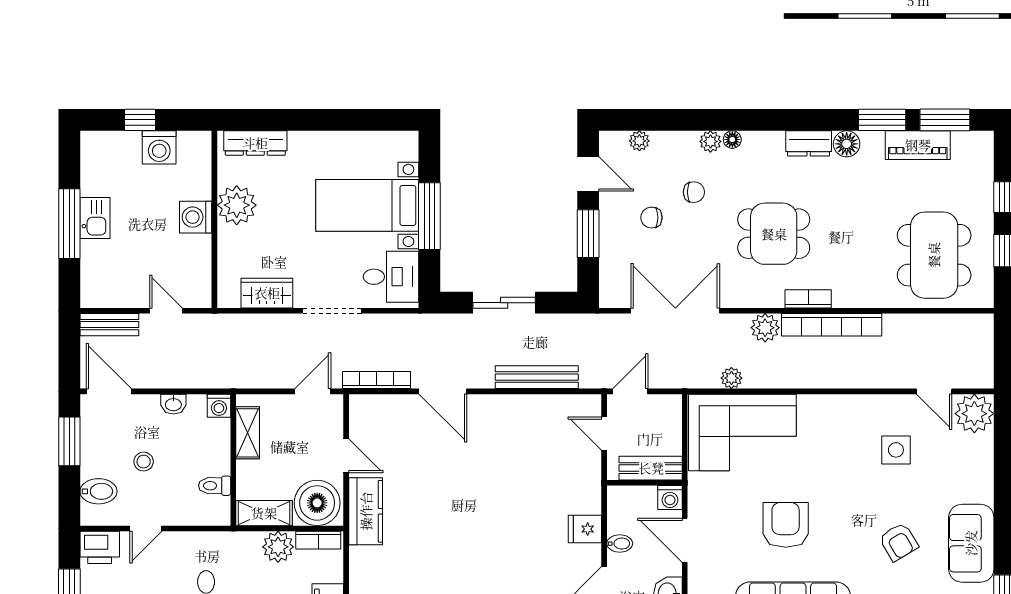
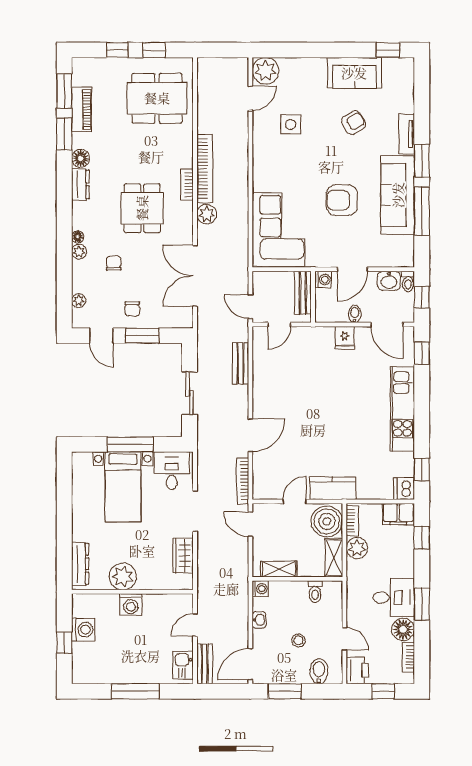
door: (588, 174) -> (101, 336), swing flipped
kitchen sink: (95, 218) -> (183, 665), moved, turned -90
chair: (651, 218) -> (132, 309), moved
bench: (537, 377) -> (241, 363), width x0.73
plant: (731, 378) -> (241, 237), removed

